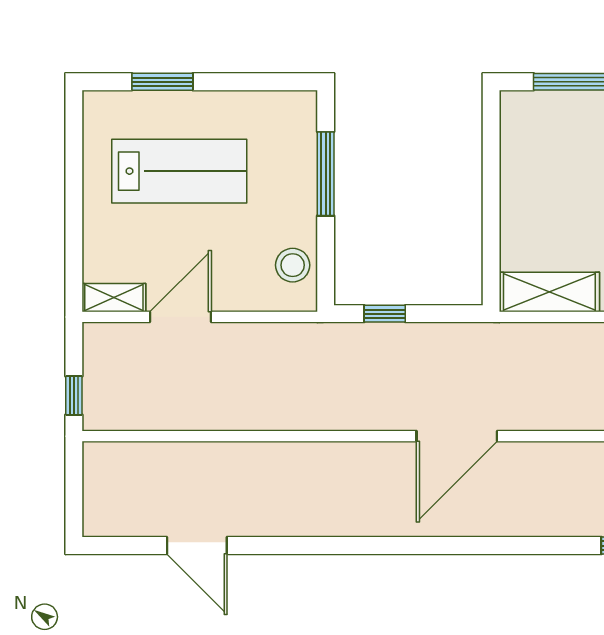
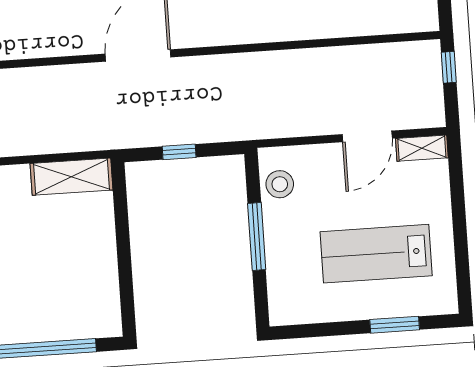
window: (326, 174) -> (257, 237), moved
window: (385, 314) -> (179, 152), moved

